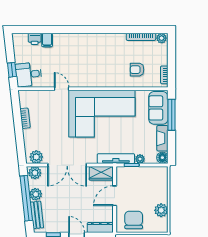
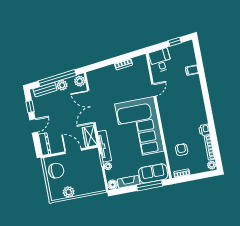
printer: (35, 39) -> (204, 130), moved
window: (12, 70) -> (175, 42), moved
plant: (36, 157) -> (93, 80), removed

